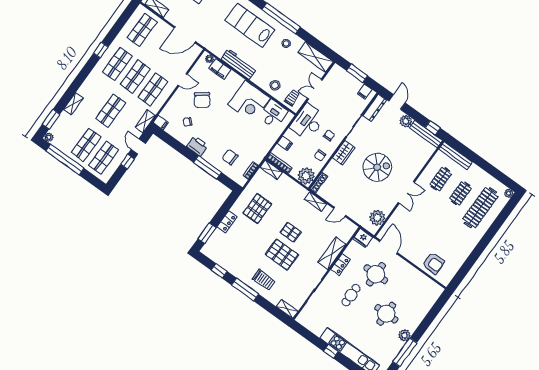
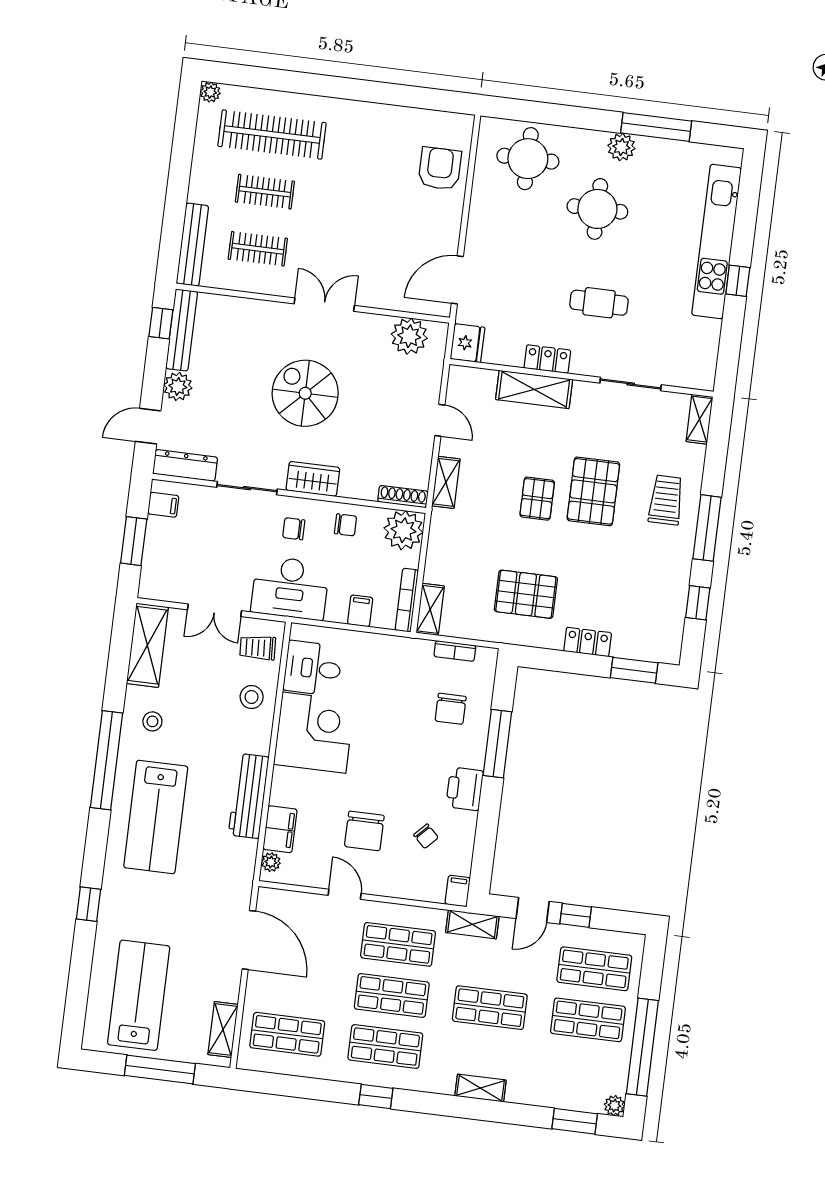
chair: (202, 100) -> (364, 831), turned 127
shelving: (73, 104) -> (480, 1088), moved
round table: (376, 274) -> (528, 159), moved

